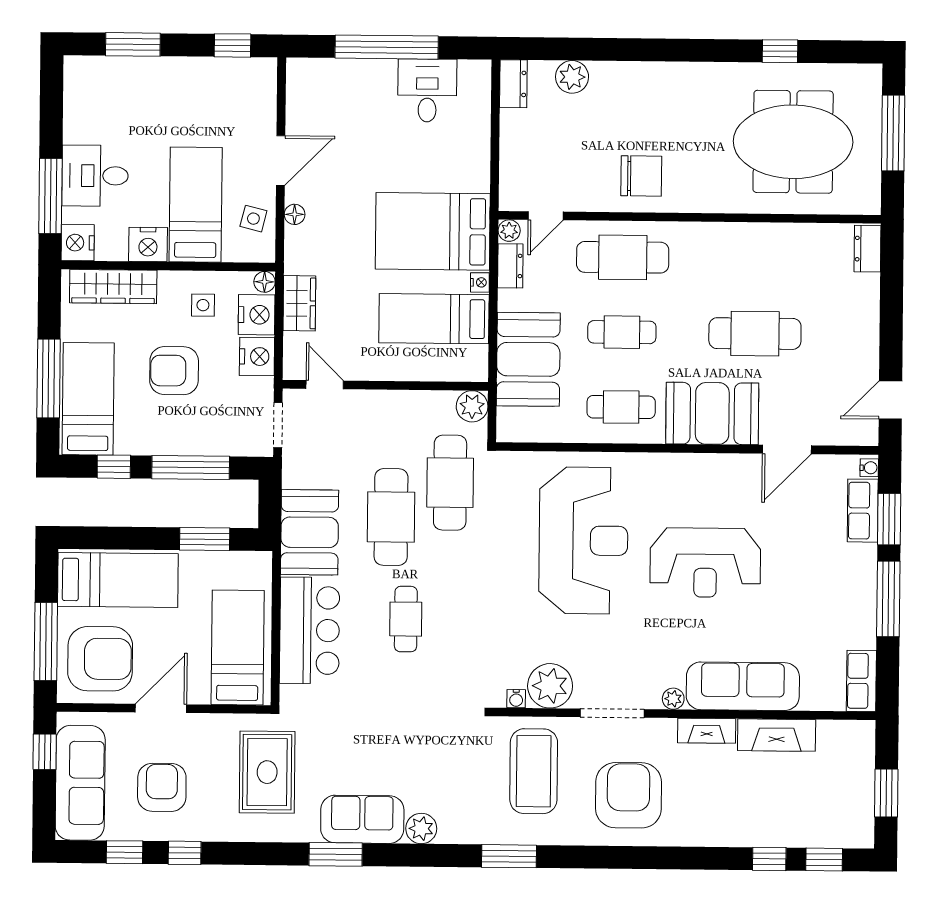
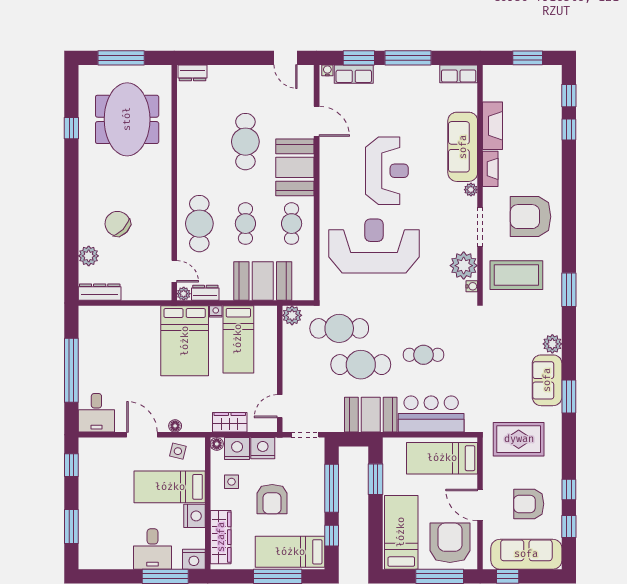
dresser: (513, 84) -> (100, 292), width x1.44
desk: (427, 90) -> (96, 413), moved, turned -90
chair: (641, 176) -> (118, 224), moved, turned -46

